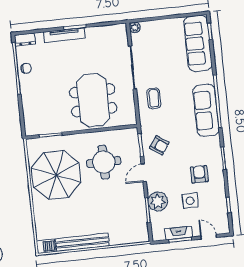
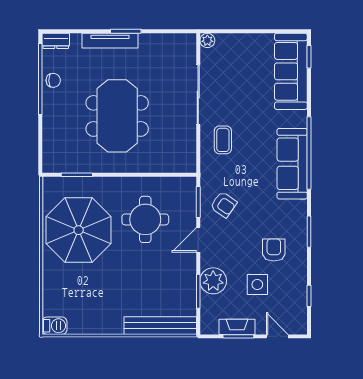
meeting table: (93, 100) -> (117, 116), moved
bench: (82, 242) -> (160, 326), moved

